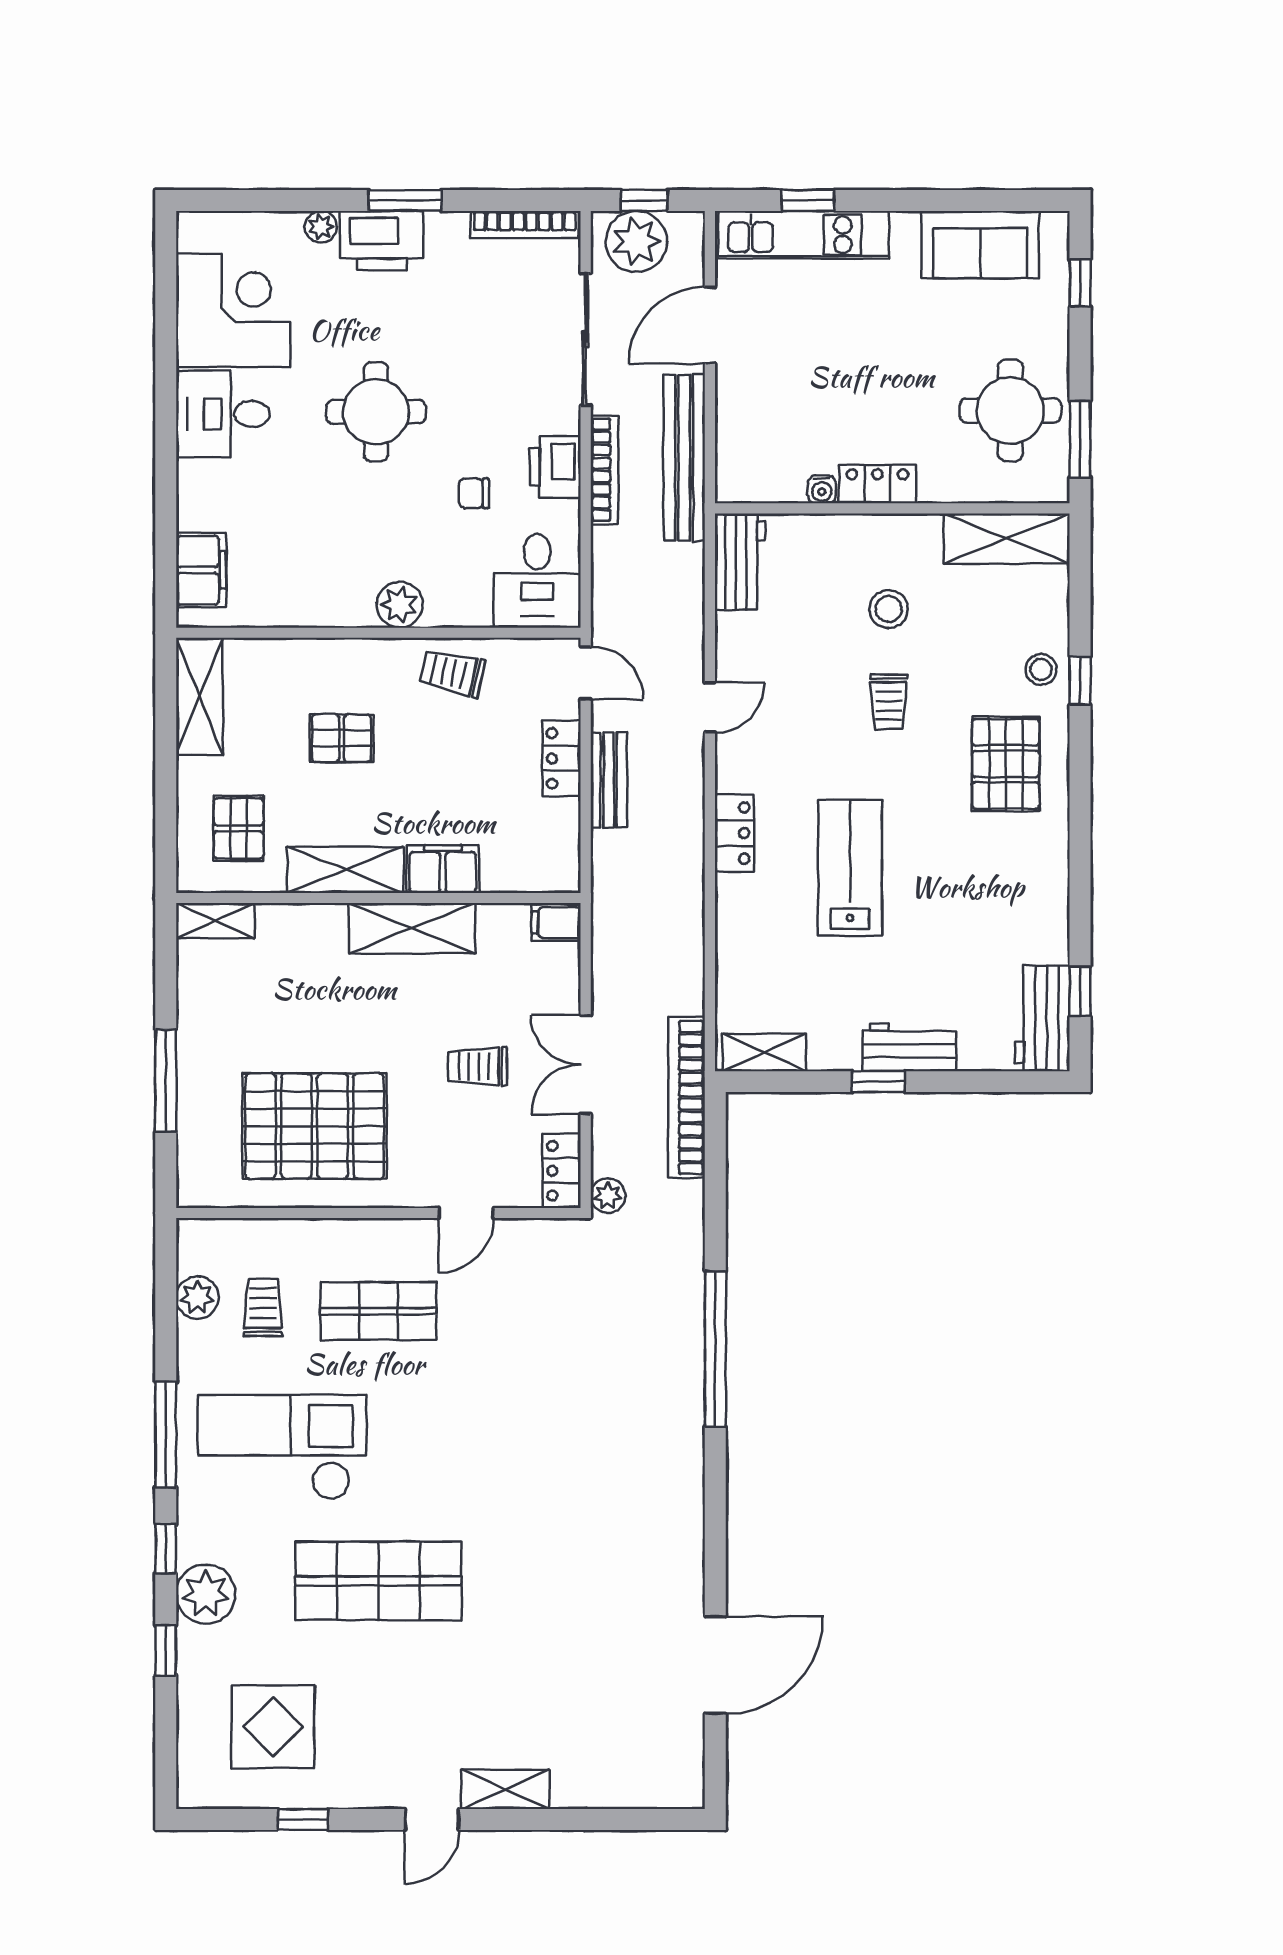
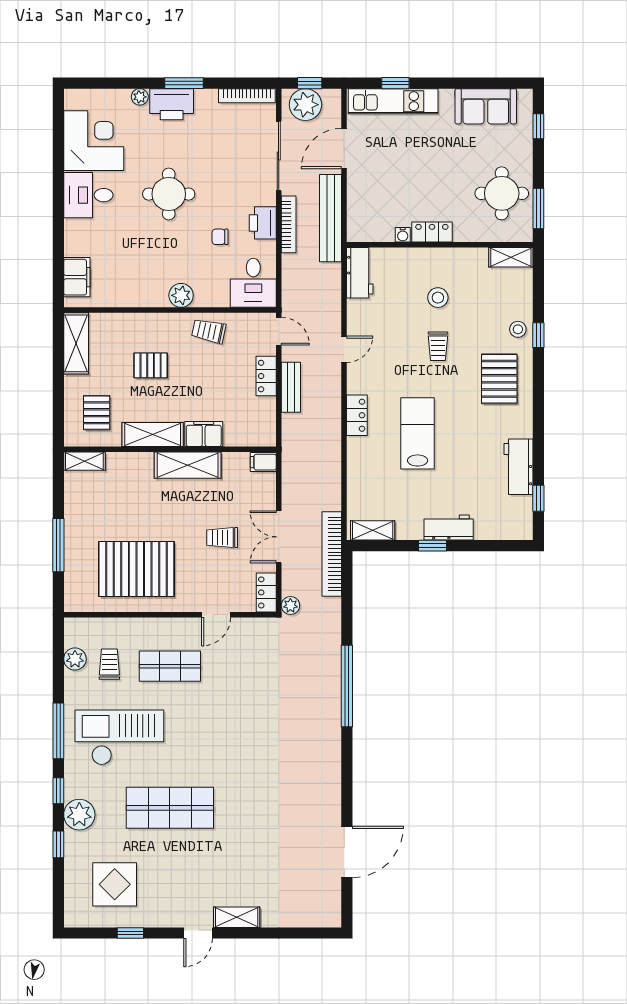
shelving: (1007, 538) -> (511, 257), width x0.67, depth x0.75
workbench: (1042, 1018) -> (518, 467), moved

